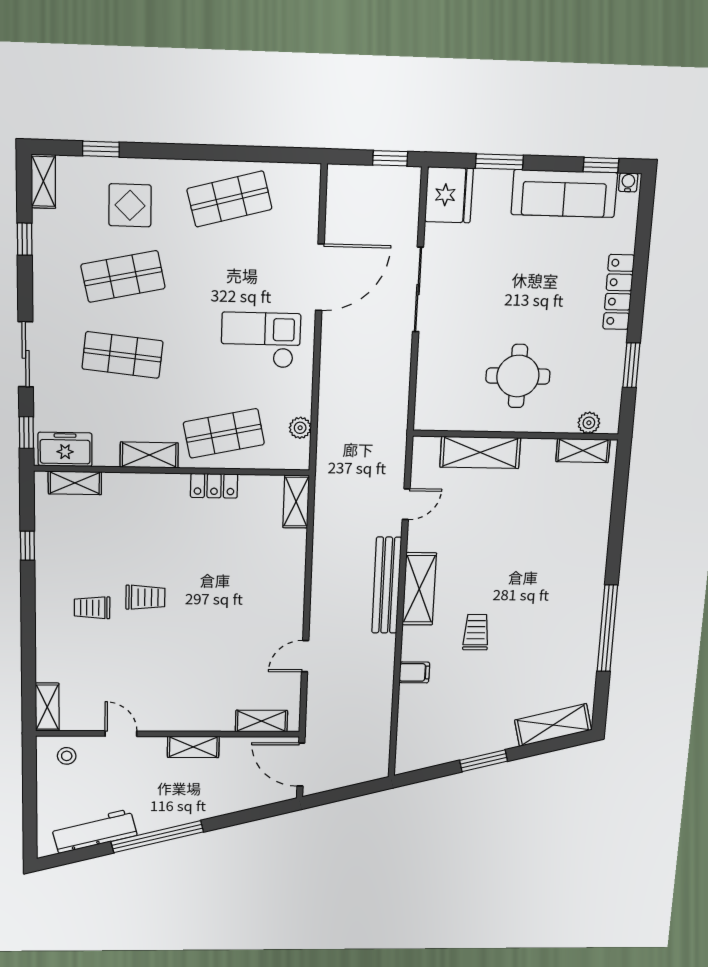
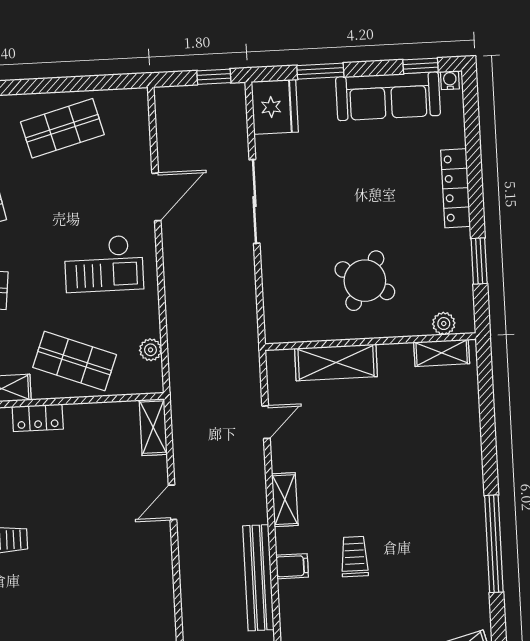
door: (320, 277) -> (156, 197), width x0.73
checkout: (261, 340) -> (104, 264), turned 180
round table: (518, 376) -> (365, 281), turned 30
shop shelf: (224, 433) -> (75, 361), turned 33
locker: (214, 486) -> (38, 418), moved
bench: (387, 585) -> (258, 578), moved
shelving: (419, 589) -> (285, 500), width x0.67, depth x0.75
door: (305, 656) -> (172, 502), moved
filing cabinet: (414, 672) -> (292, 566), moved

